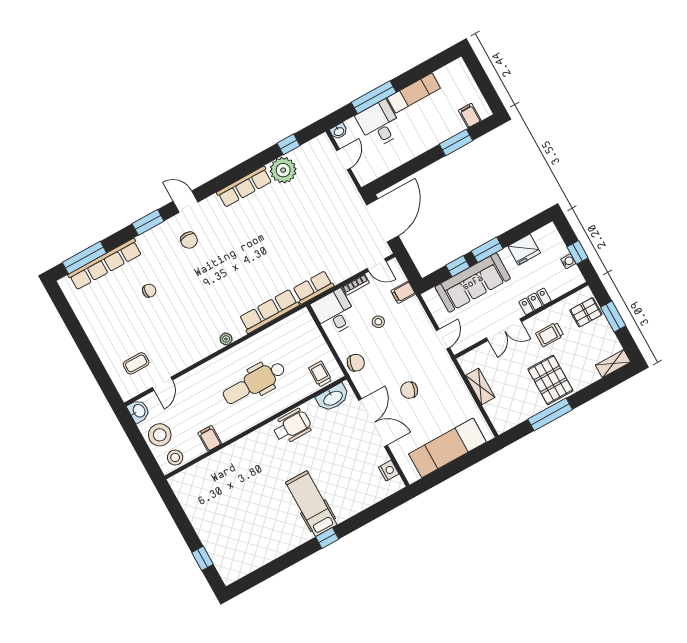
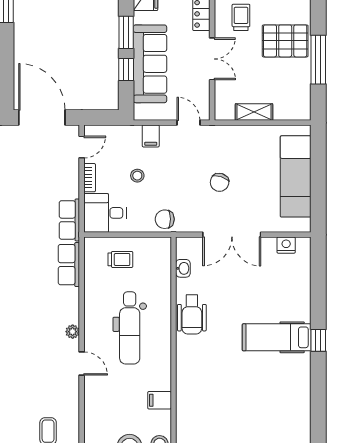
filing cabinet: (403, 292) -> (151, 136), moved
row of seats: (269, 311) -> (69, 265), width x0.68
trolley: (550, 334) -> (241, 17), turned 180
chair: (356, 363) -> (165, 219), turned -105
trolley: (320, 374) -> (120, 259), moved, turned 180
door: (162, 384) -> (82, 364), moved
washbasin: (333, 398) -> (183, 268), width x0.52, depth x0.69
double door: (373, 423) -> (232, 235), swing flipped
wheelchair: (292, 426) -> (192, 315), turned 180

